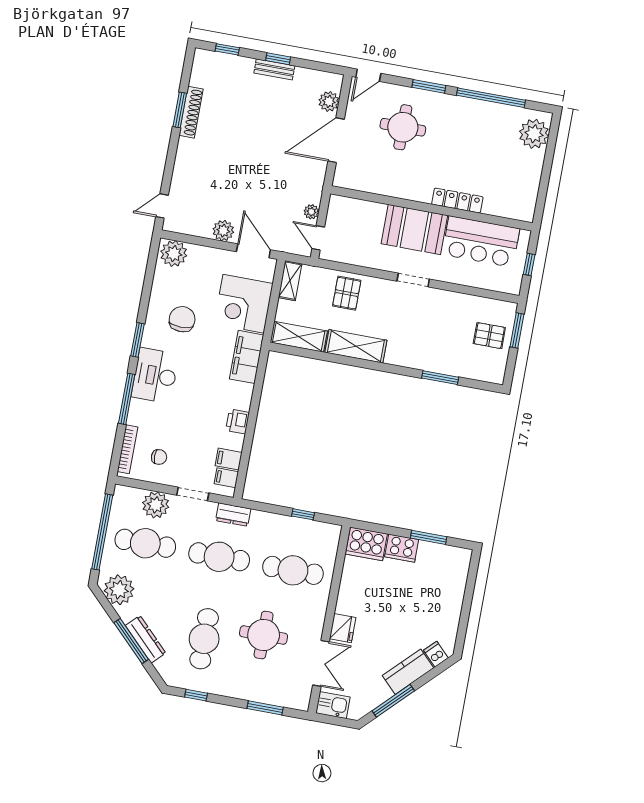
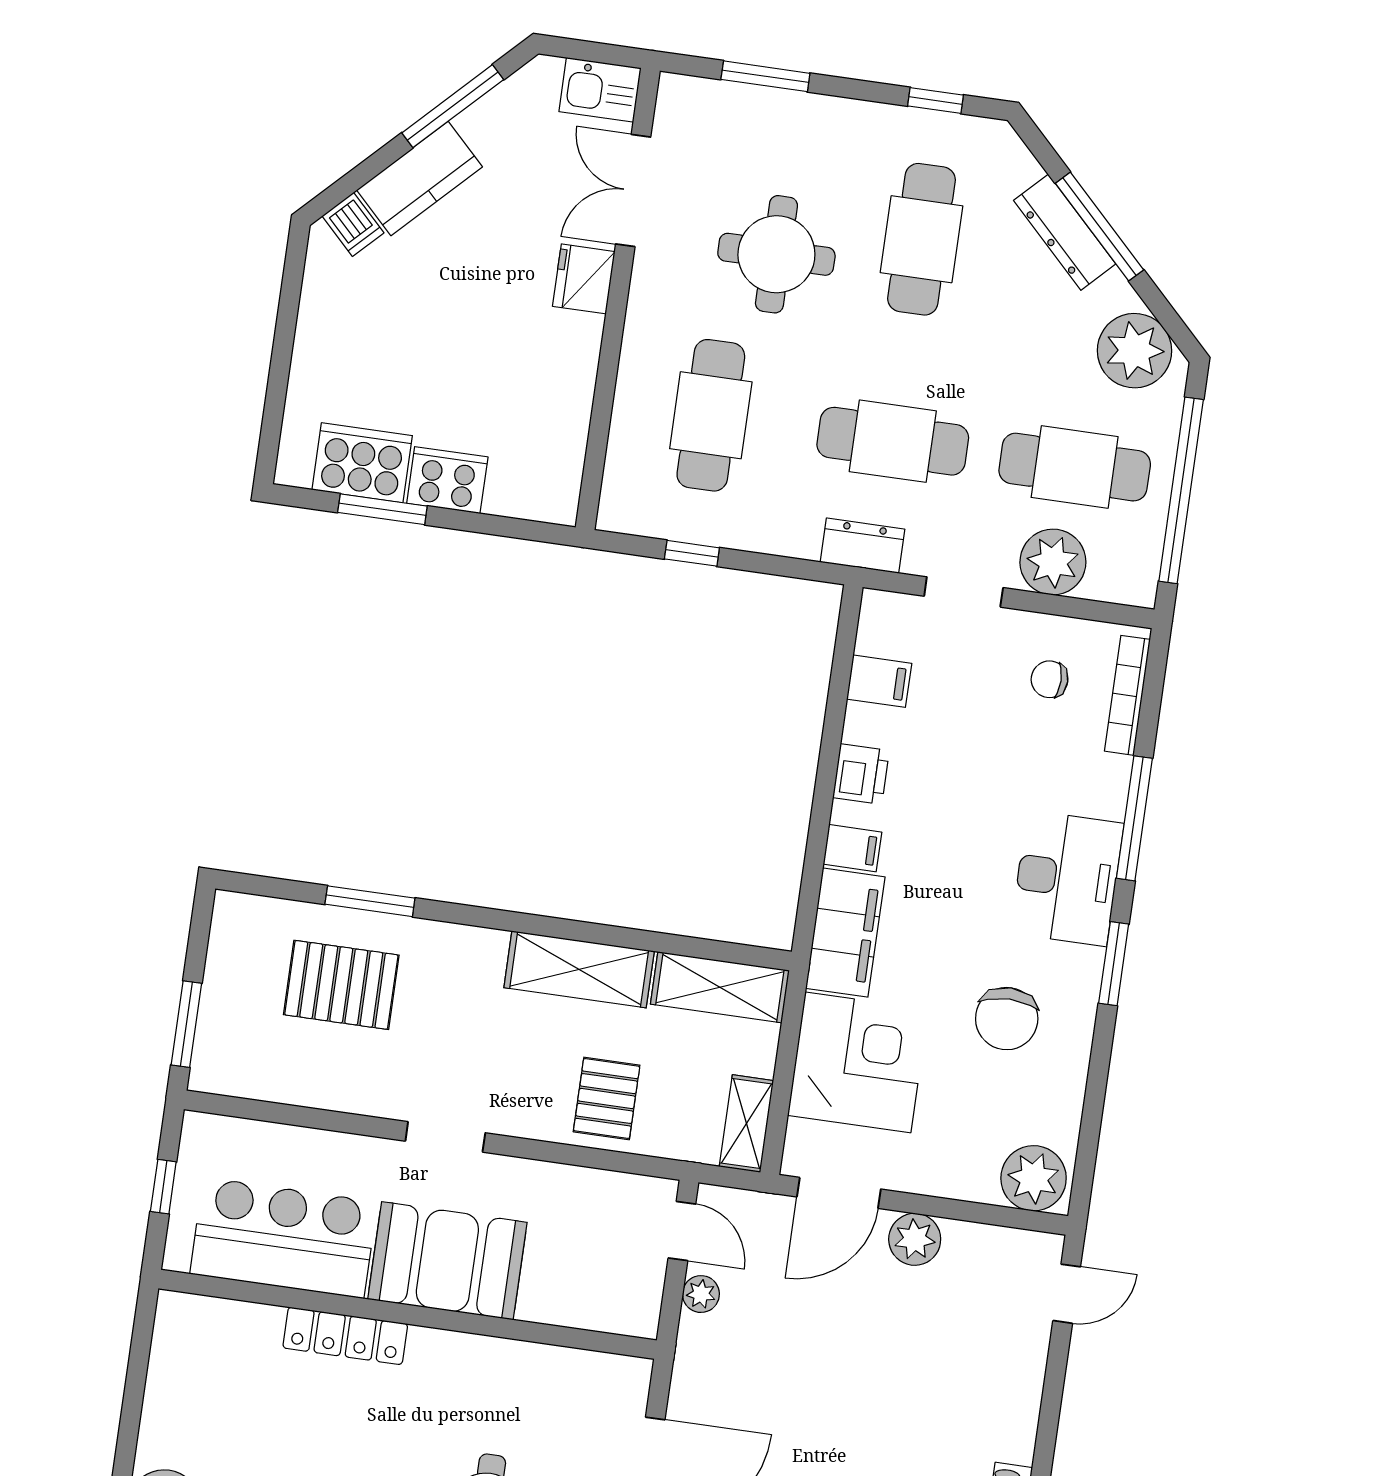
door: (253, 251) -> (839, 1193), hinge flipped
pallet: (489, 336) -> (341, 985), moved, width x1.50, depth x1.42
filing cabinet: (226, 478) -> (853, 848), moved
cooker: (366, 544) -> (362, 463), moved
cafe table: (293, 570) -> (711, 415), turned 90

